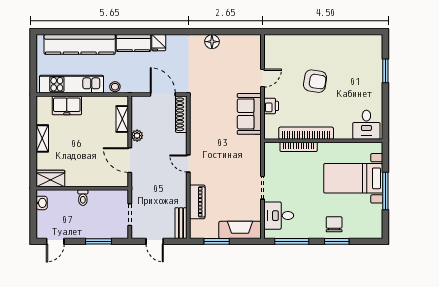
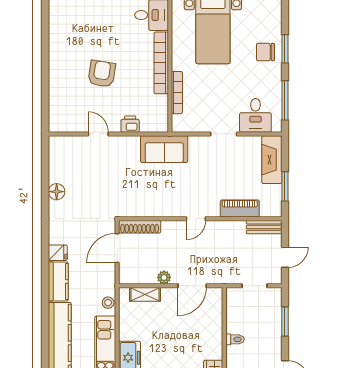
sofa: (249, 114) -> (164, 149), moved
bookcase: (306, 133) -> (161, 63), moved

